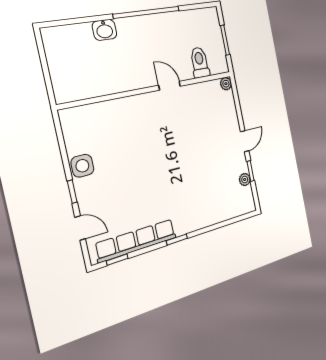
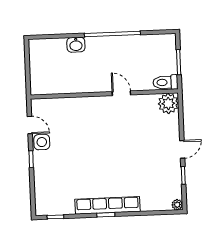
toilet: (200, 62) -> (165, 82), moved, turned -90
plant: (226, 84) -> (168, 104), width x1.88, depth x1.88
plant: (245, 179) -> (177, 205), moved
door: (80, 228) -> (30, 125), moved
row of seats: (136, 241) -> (108, 205), moved

